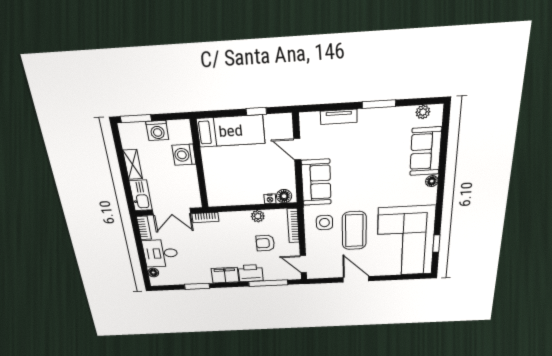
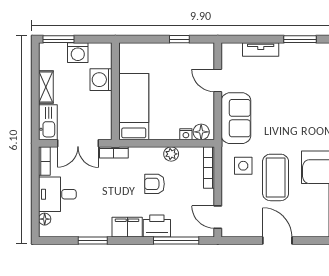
bed: (231, 131) -> (134, 107), moved, turned -90
armchair: (265, 243) -> (154, 184), moved

